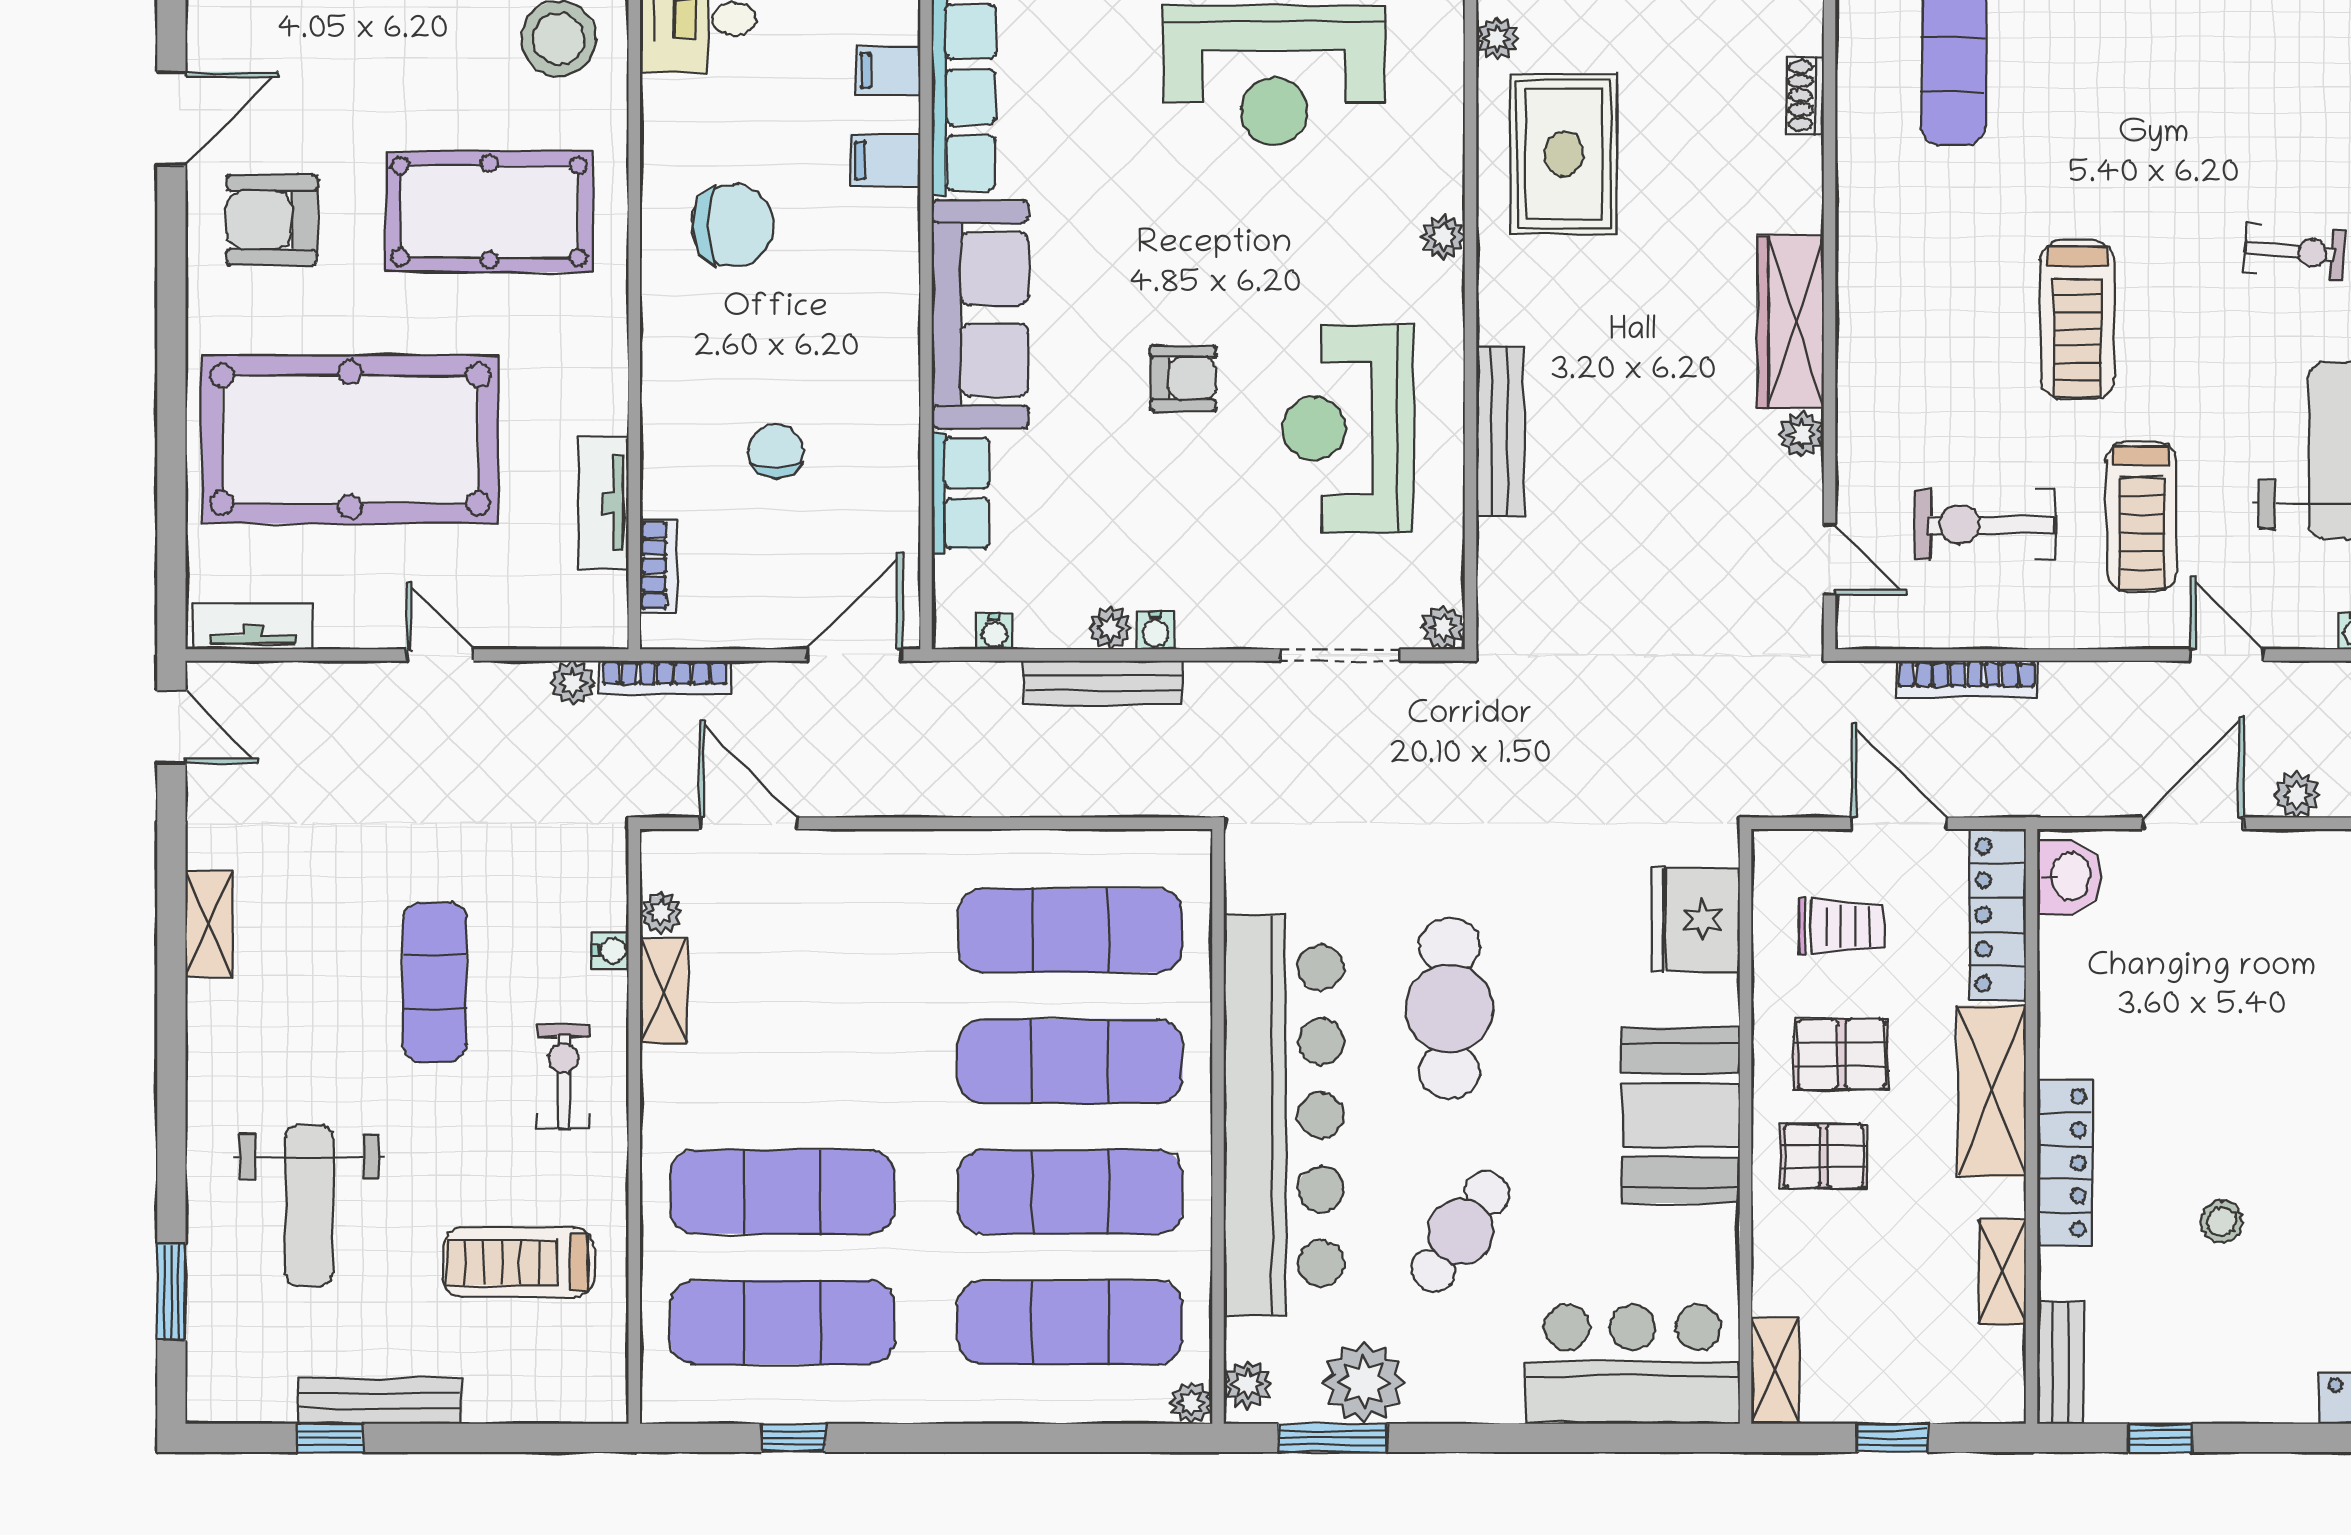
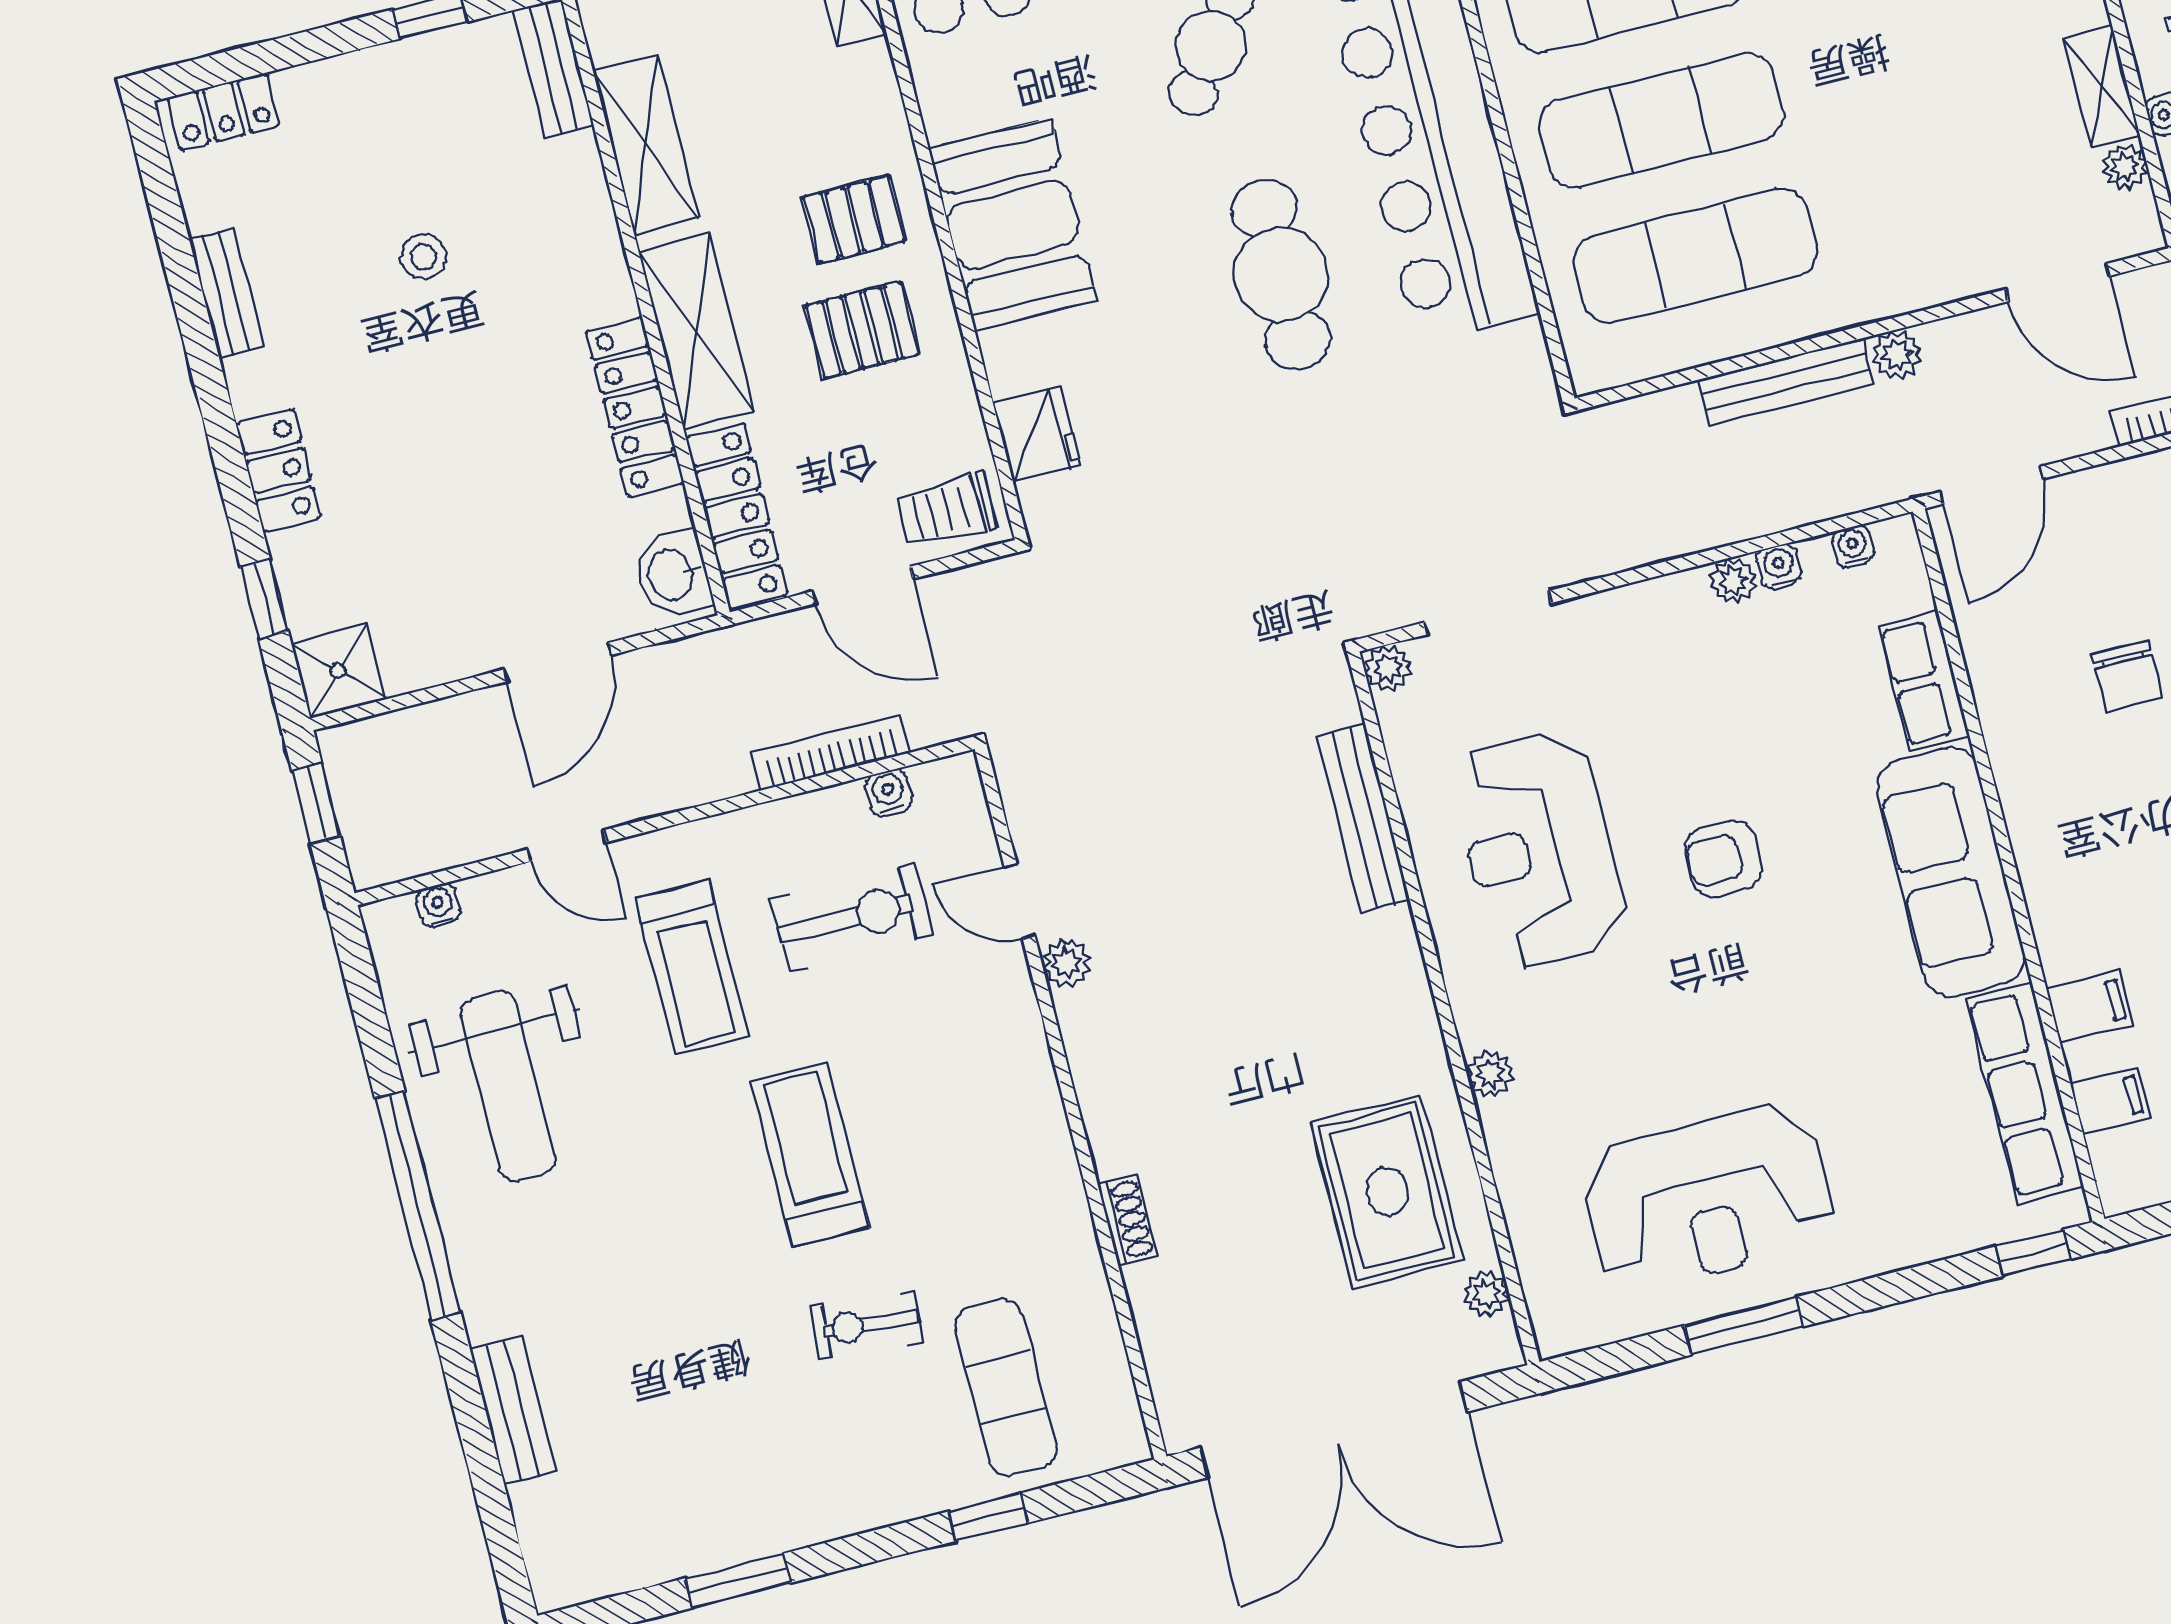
reception desk: (1274, 75) -> (1708, 1198), turned 180
shoe rack: (1805, 96) -> (1127, 1220), moved
exercise bike: (2295, 251) -> (866, 1325), moved
wardrobe: (1791, 321) -> (1107, 1078), removed
reception desk: (1348, 428) -> (1539, 850), turned 180
bench: (1500, 432) -> (1363, 819), moved
treadmill: (2141, 516) -> (692, 967), turned 180
door: (1830, 559) -> (1020, 901), moved
water cooler: (1923, 629) -> (888, 793), added
water cooler: (1156, 630) -> (1779, 566), moved
bench: (1103, 683) -> (1786, 382), moved
plant: (2297, 795) -> (1897, 355), moved
fridge: (1696, 920) -> (1037, 434), width x0.73, depth x0.75
trolley: (1842, 927) -> (946, 511), moved
locker: (2065, 1163) -> (635, 407), moved
shelving: (2002, 1272) -> (646, 145), width x1.50, depth x1.33

